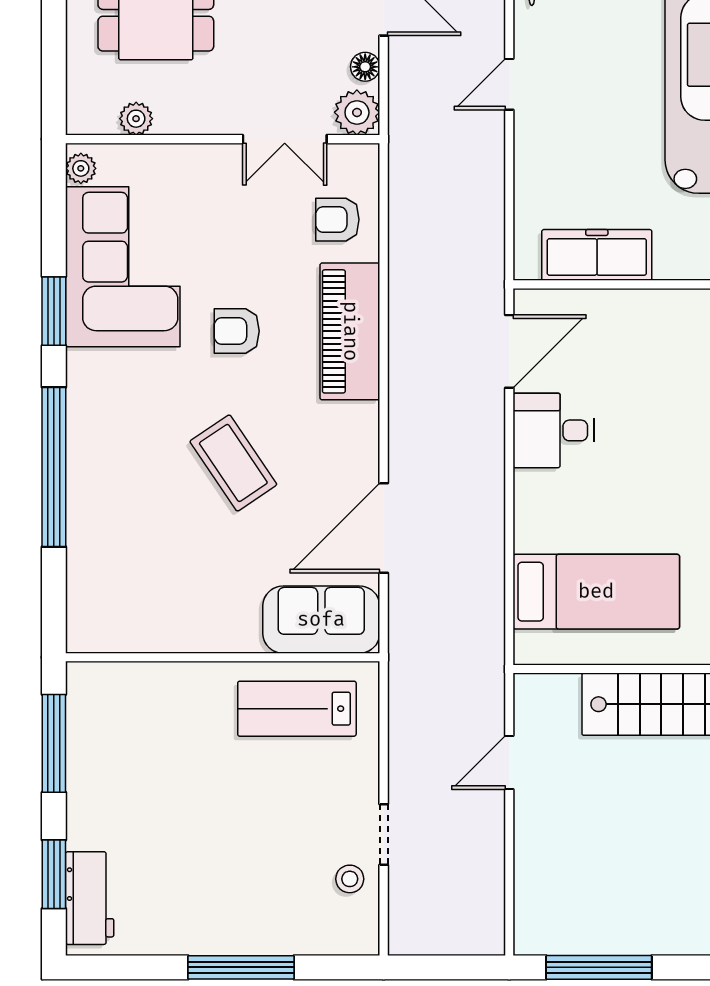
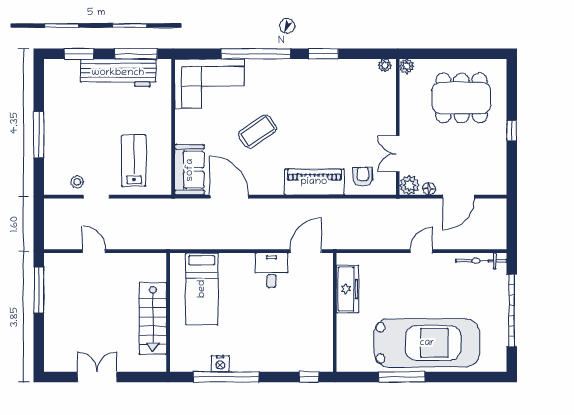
door: (509, 84) -> (421, 251), hinge flipped
plant: (136, 119) -> (407, 66), moved
corner sofa: (123, 267) -> (210, 84), moved
armchair: (237, 331) -> (315, 133), removed
door: (509, 351) -> (306, 251), swing flipped
lab bench: (297, 709) -> (134, 161), moved
door: (509, 763) -> (94, 251), moved
workbench: (90, 898) -> (118, 73), moved, width x1.88, depth x1.32

